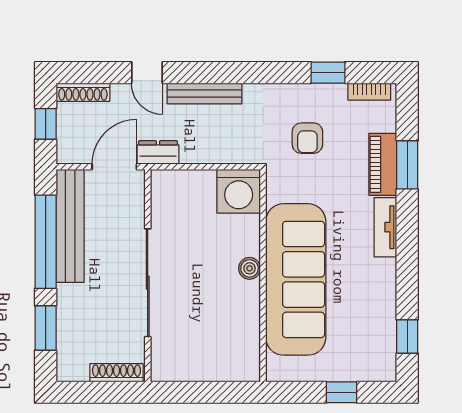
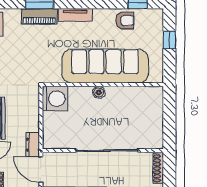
armchair: (307, 138) -> (125, 21), moved

